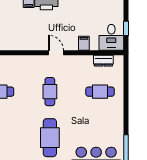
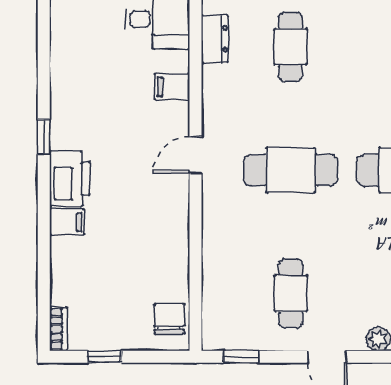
cafe table: (50, 92) -> (291, 170), width x1.37, depth x1.35

